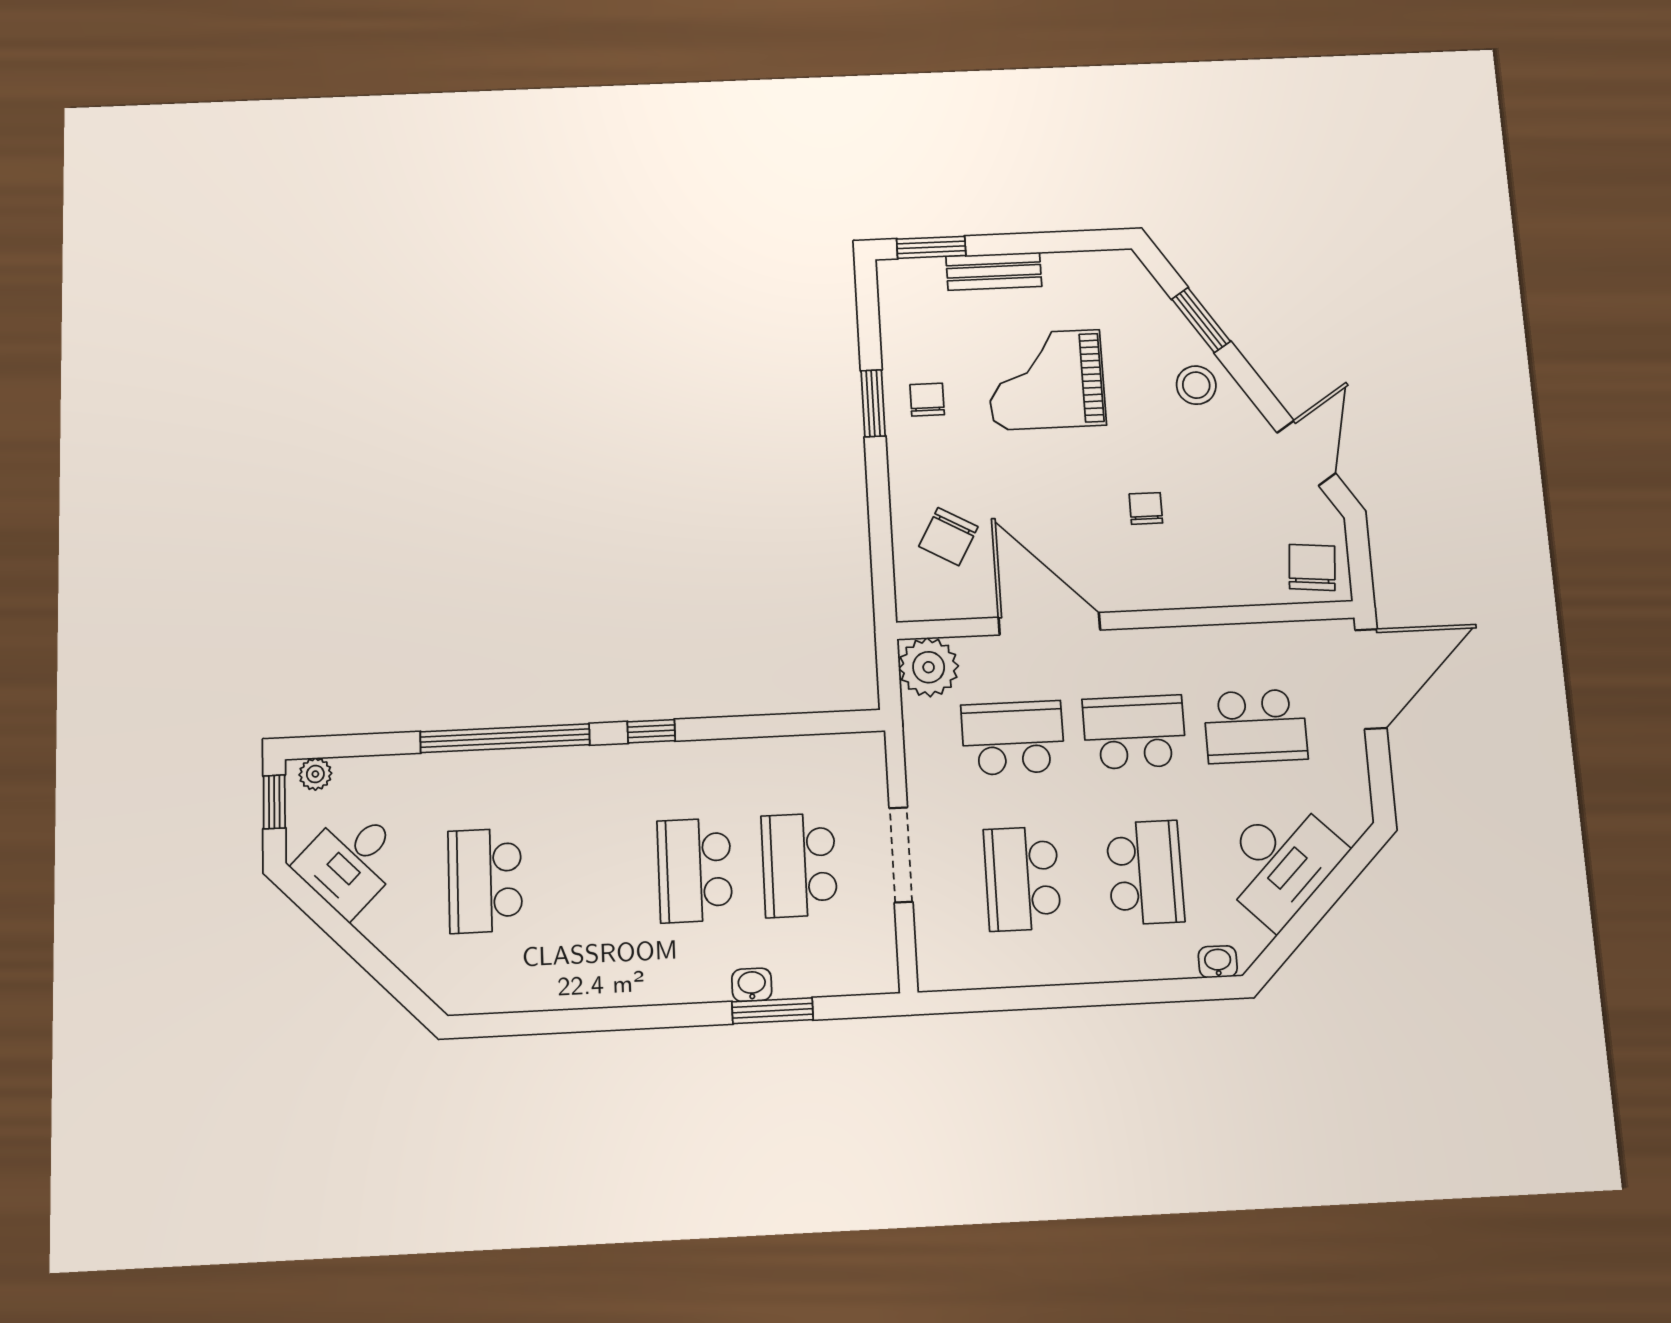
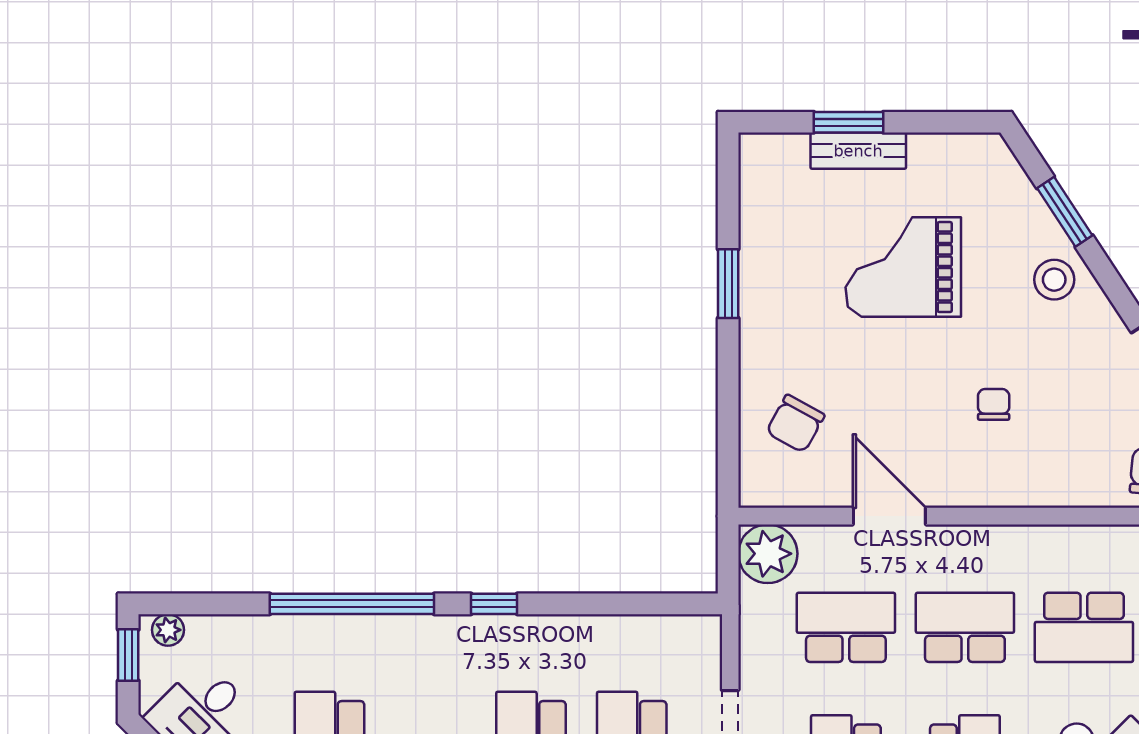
window: (931, 247) -> (848, 122), moved
chair: (927, 400) -> (783, 282), removed
door: (1049, 624) -> (889, 516), width x0.73

